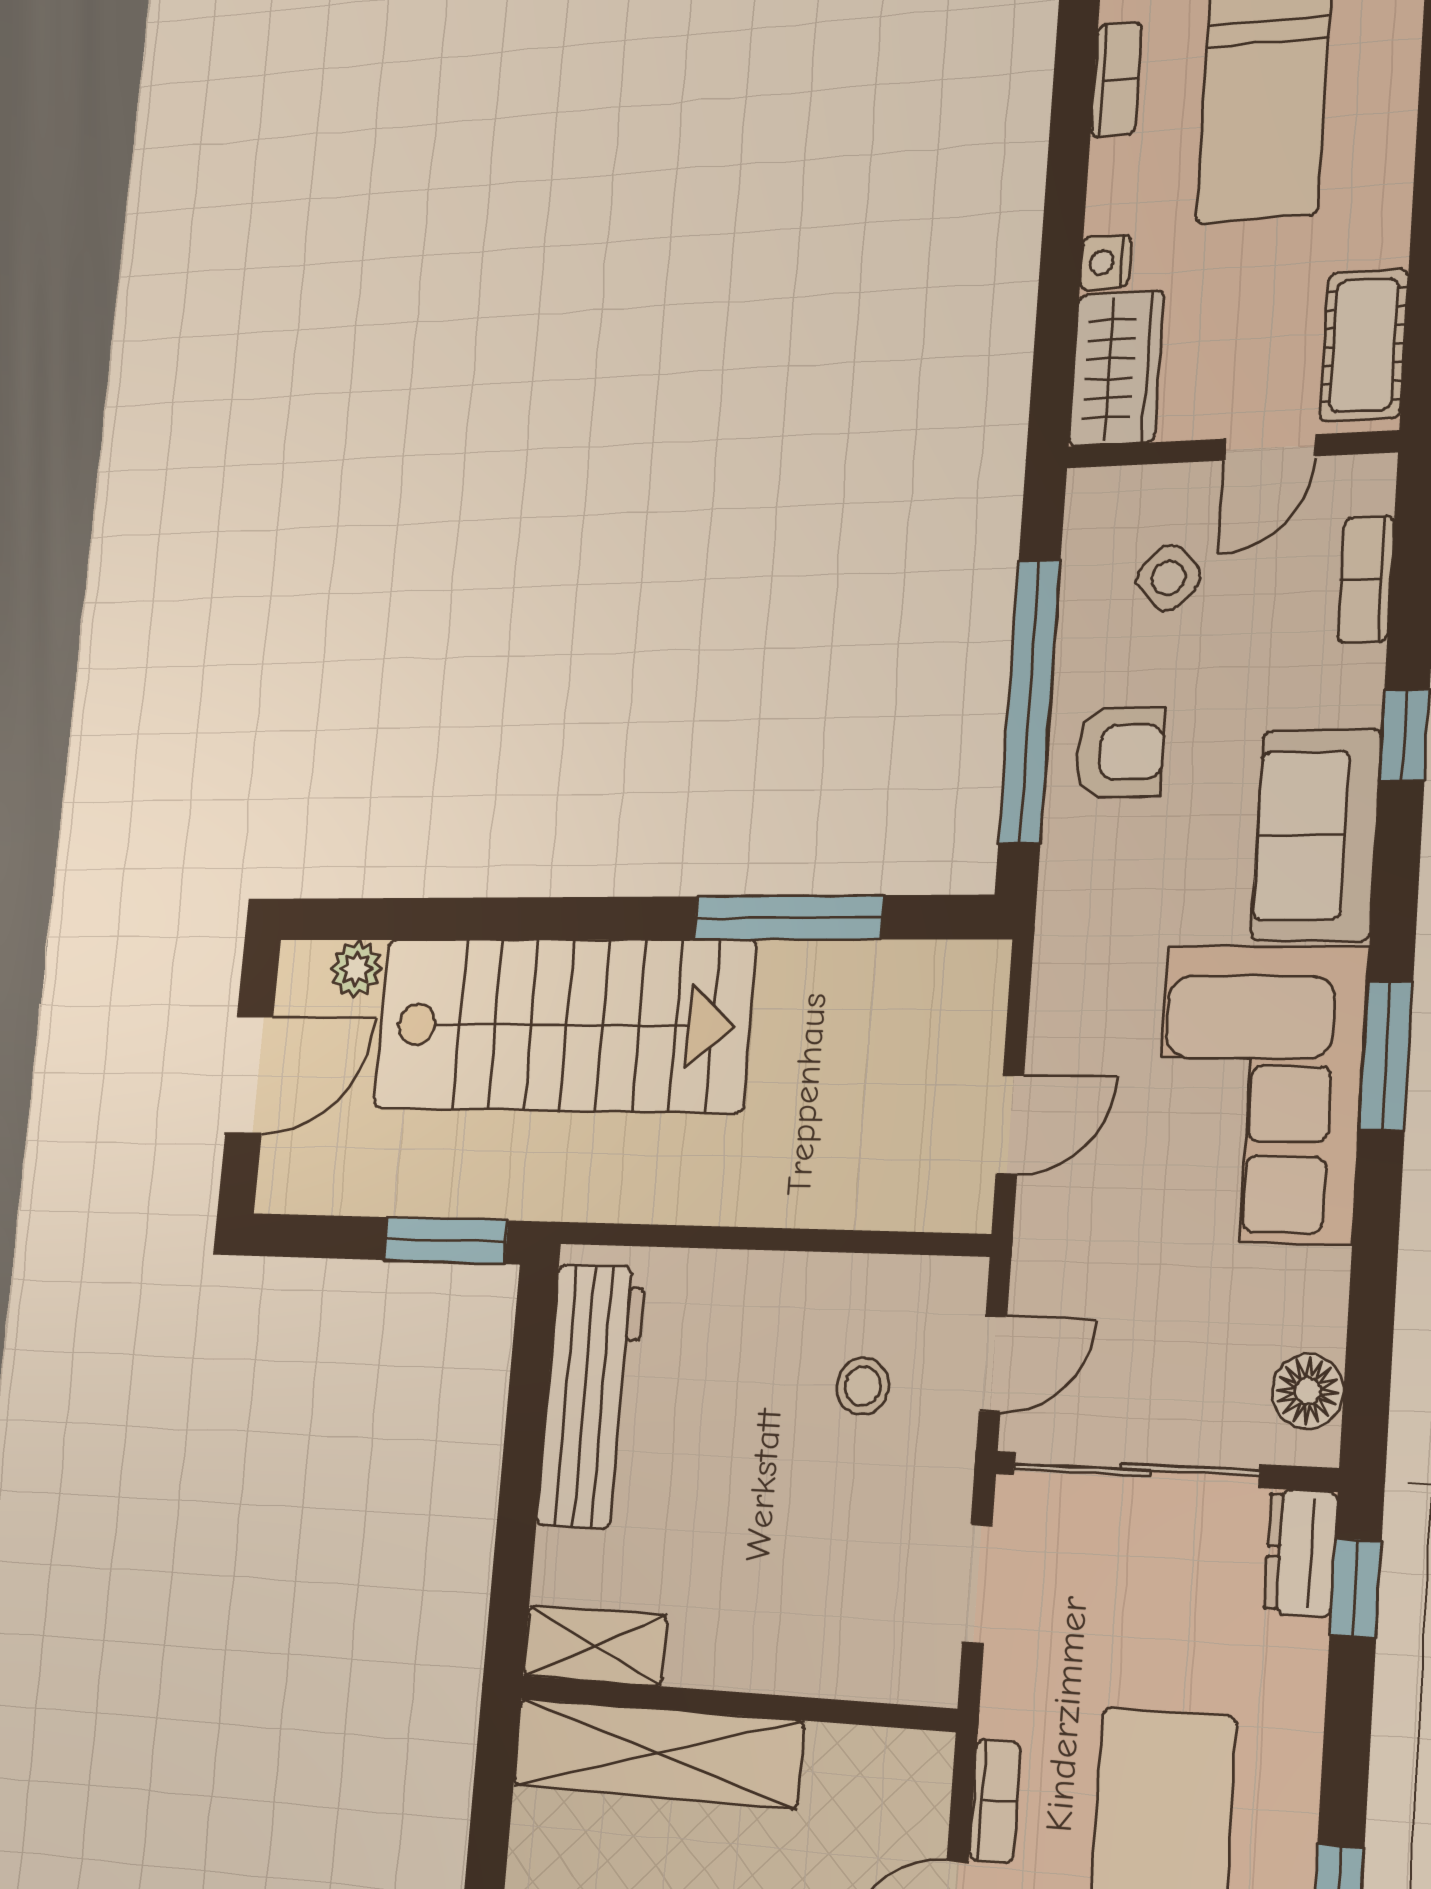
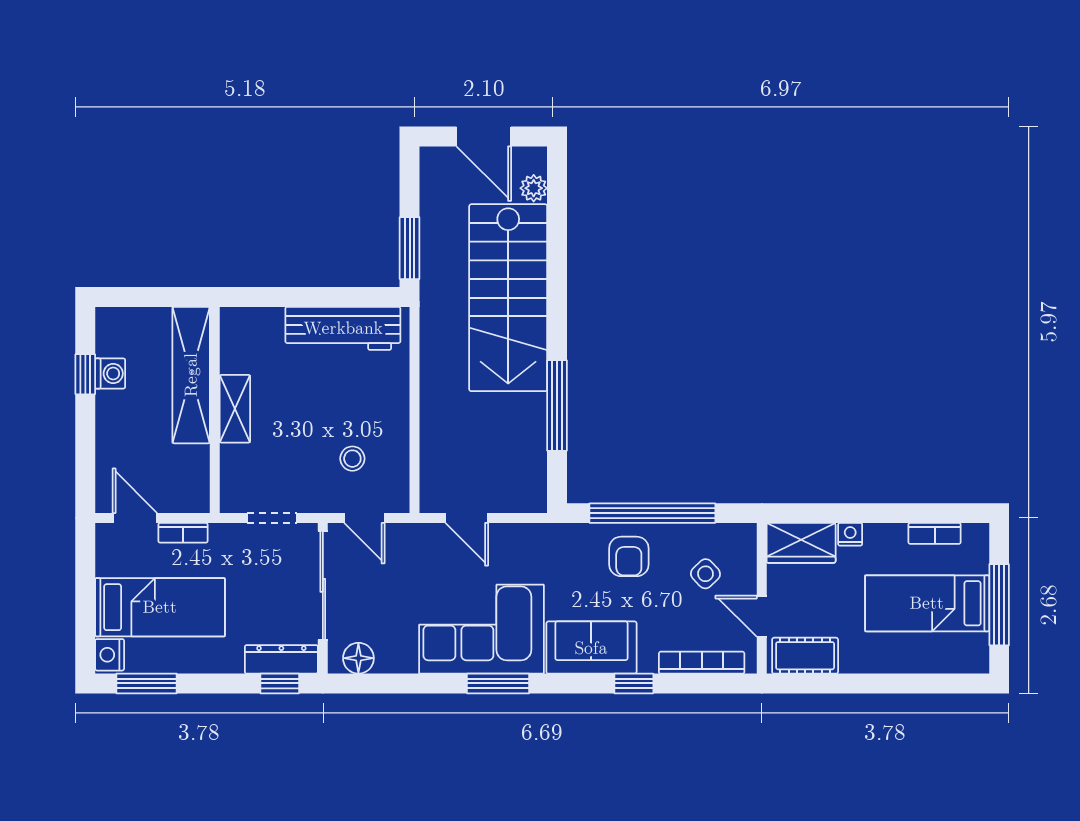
bookcase: (1366, 579) -> (702, 663), width x1.56
dresser: (1301, 1553) -> (281, 659), width x1.44
shelving: (595, 1646) -> (235, 409), moved

